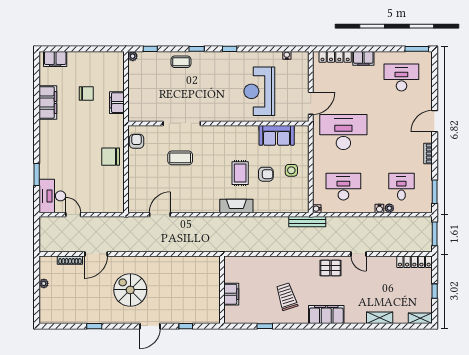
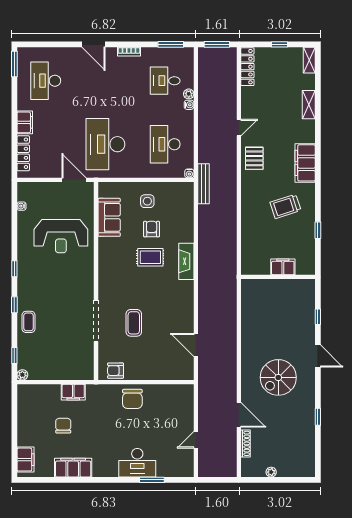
desk: (52, 196) -> (137, 463), moved

